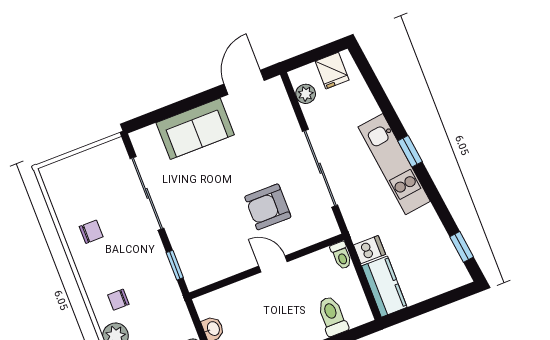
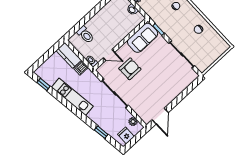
sofa: (195, 129) -> (143, 38), moved, turned 180
window: (410, 151) -> (101, 132), moved
kitchen unit: (394, 164) -> (72, 97), moved
door: (273, 264) -> (109, 55), moved

